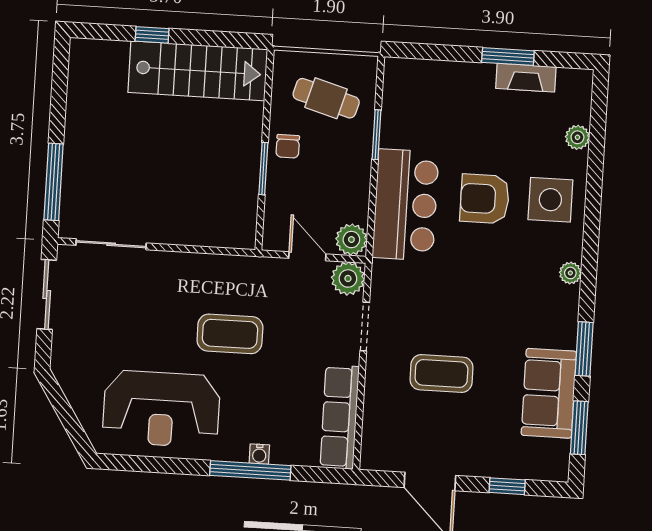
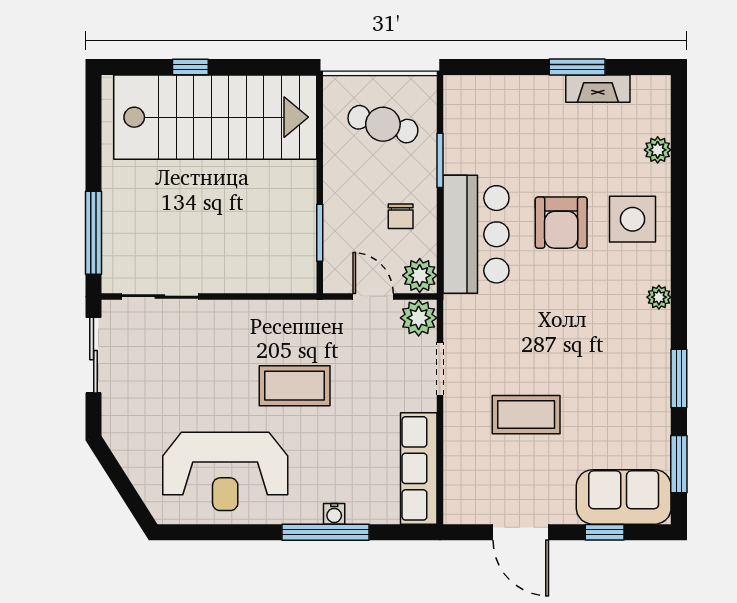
stairs: (198, 71) -> (215, 117), width x1.36, depth x1.51
chair: (288, 146) -> (401, 216), moved
window: (263, 169) -> (320, 233), moved
armchair: (485, 199) -> (561, 223), turned -90
sofa: (549, 393) -> (624, 497), moved, turned 90

